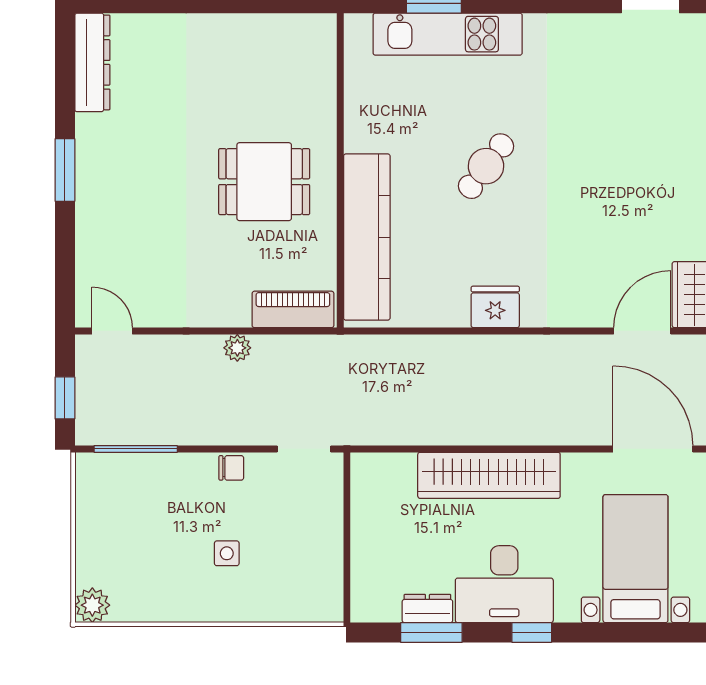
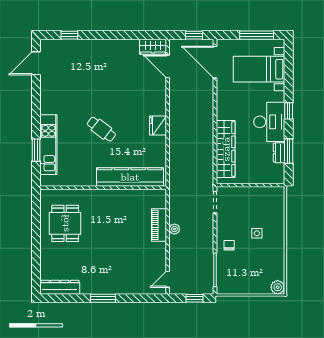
dining table: (264, 182) -> (65, 223), moved
piano: (293, 309) -> (159, 225), moved
door: (653, 449) -> (215, 62), hinge flipped
chair: (231, 468) -> (229, 245), moved
wardrobe: (489, 475) -> (226, 149), moved

